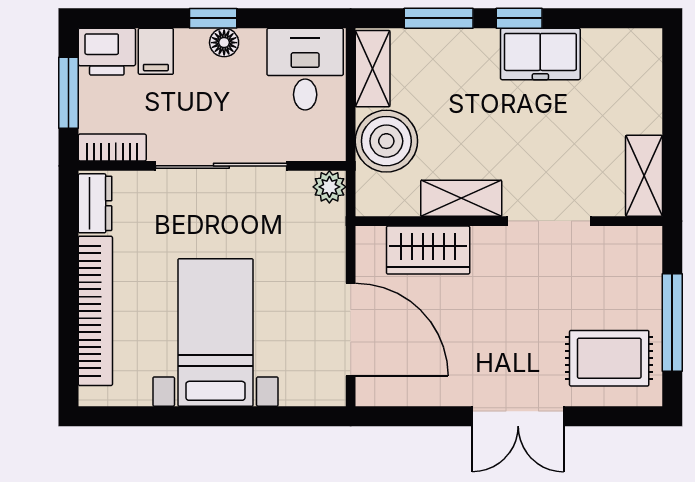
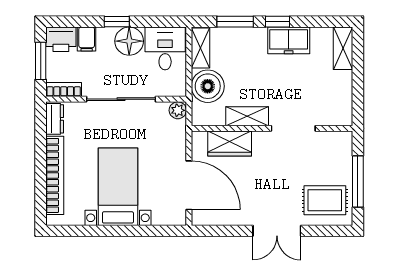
floor lamp: (224, 43) -> (129, 41), width x1.89, depth x1.89
shelving: (644, 176) -> (343, 48), moved

